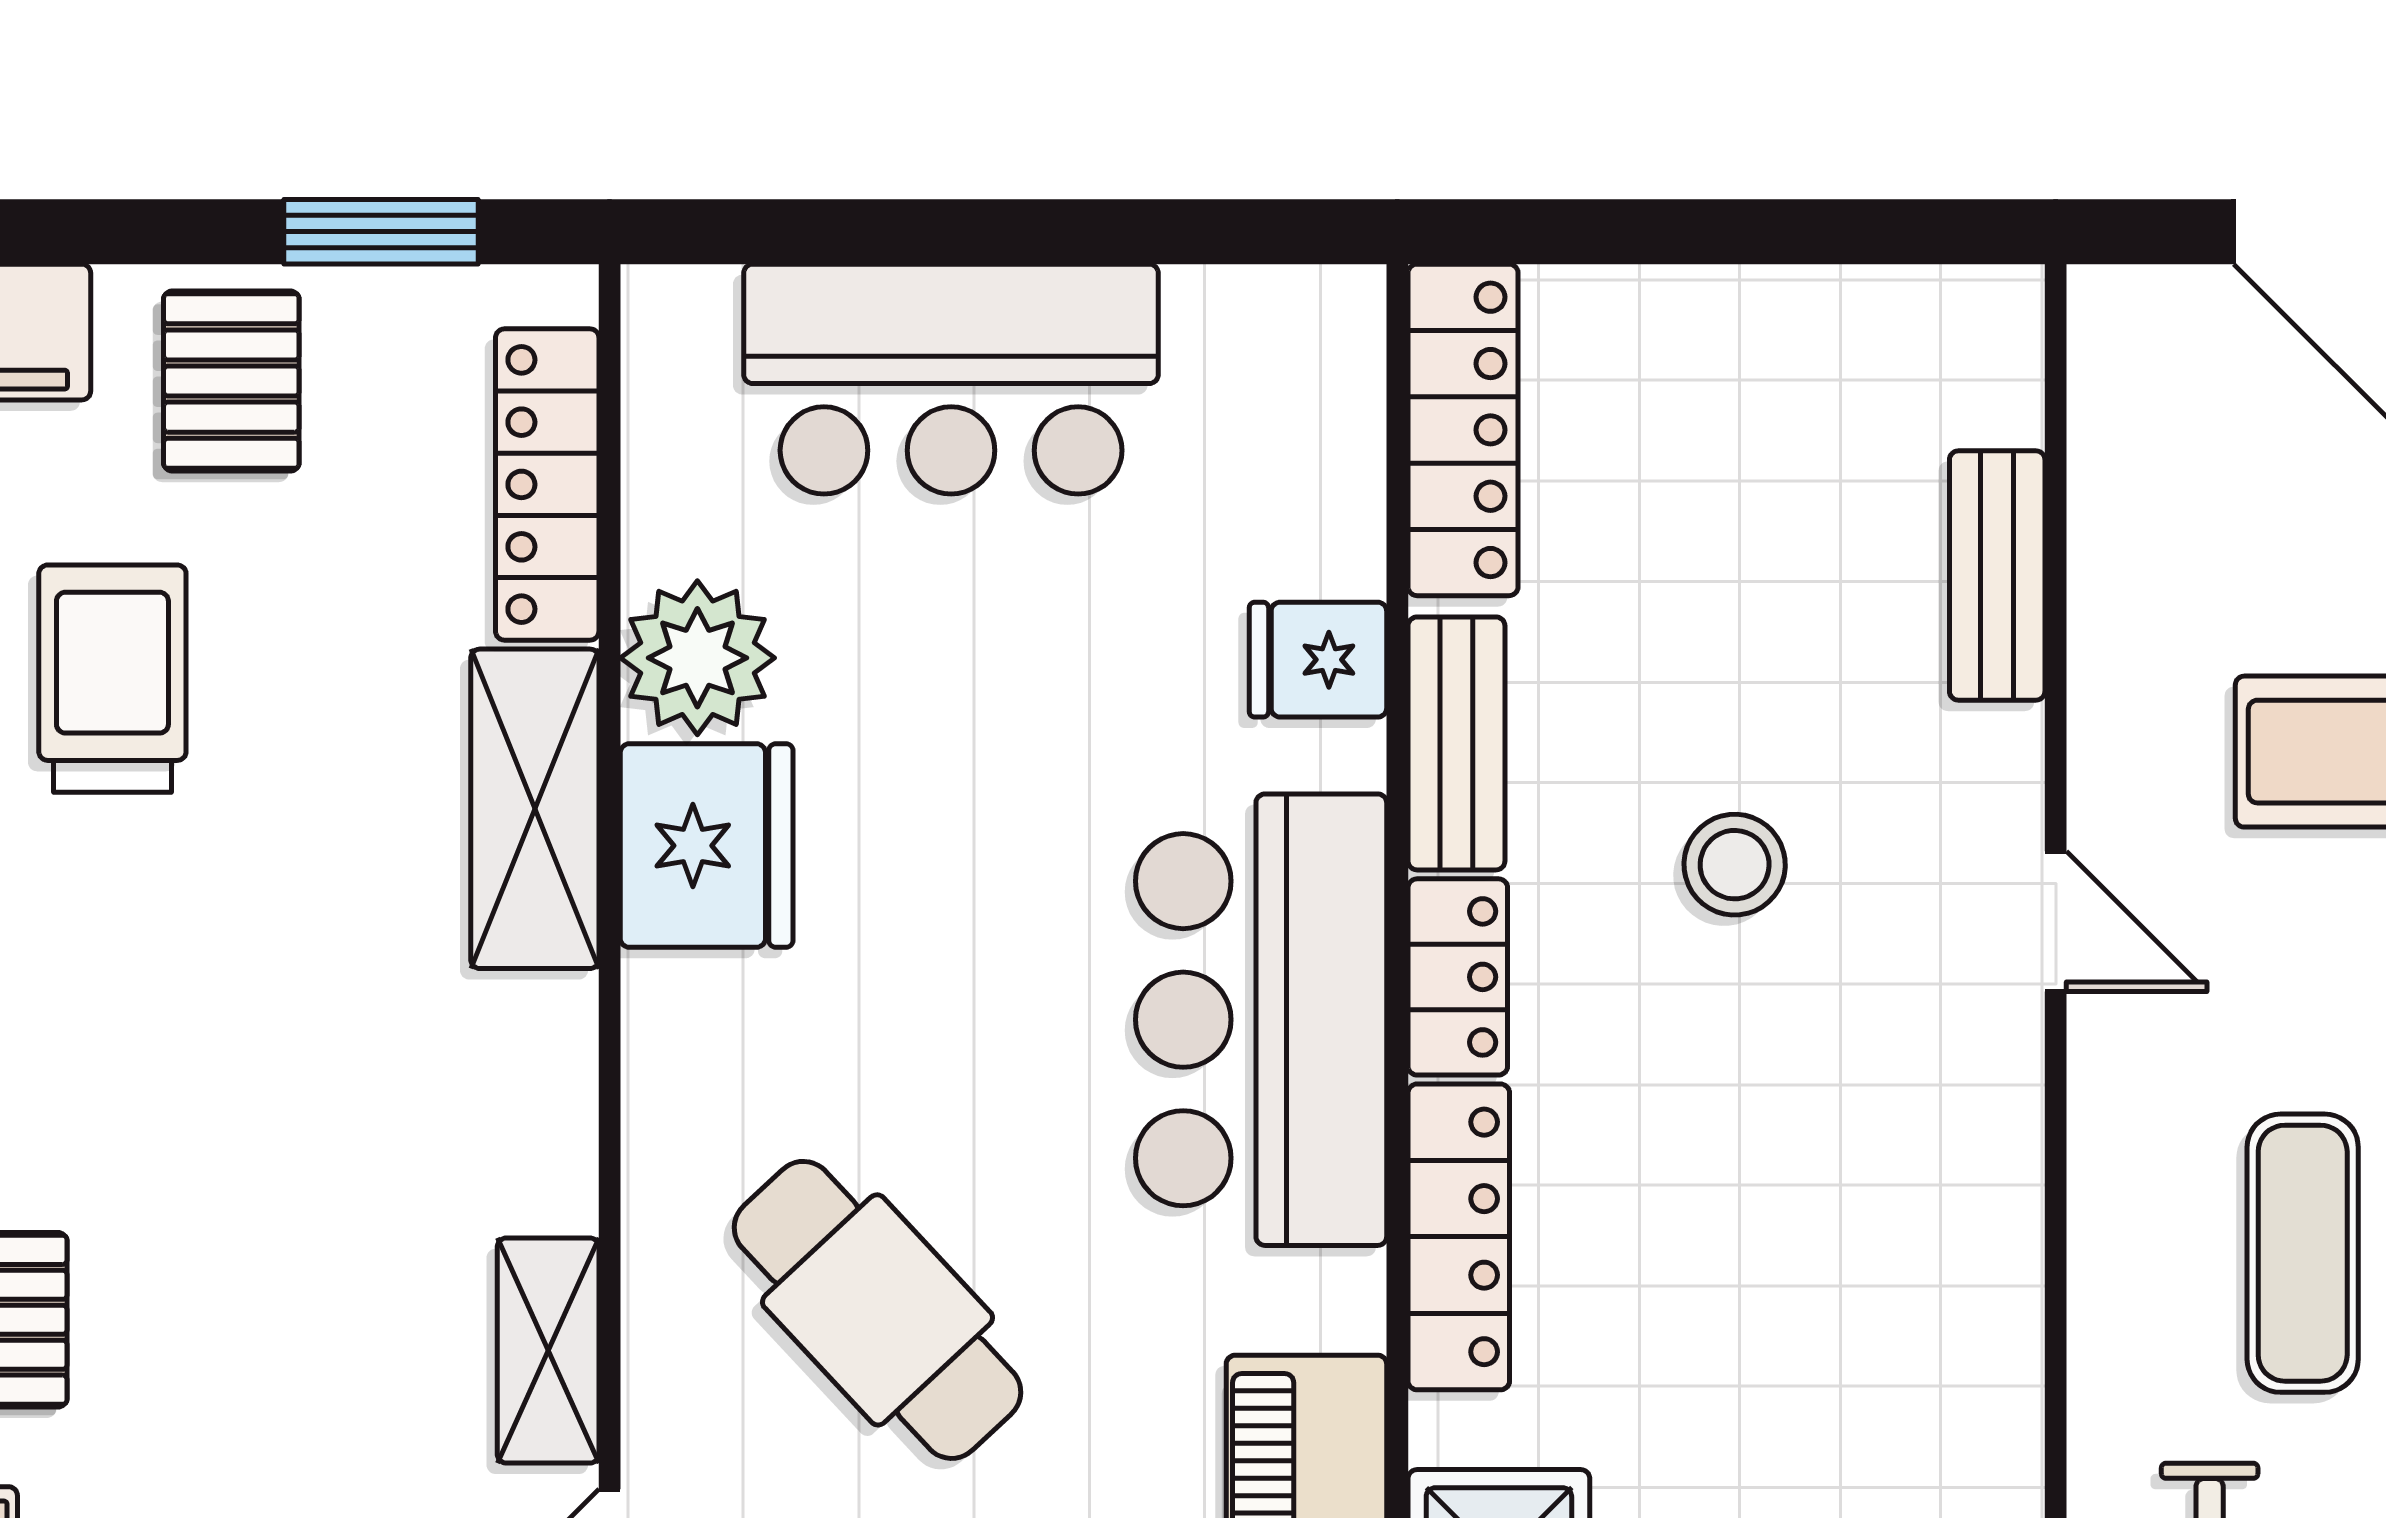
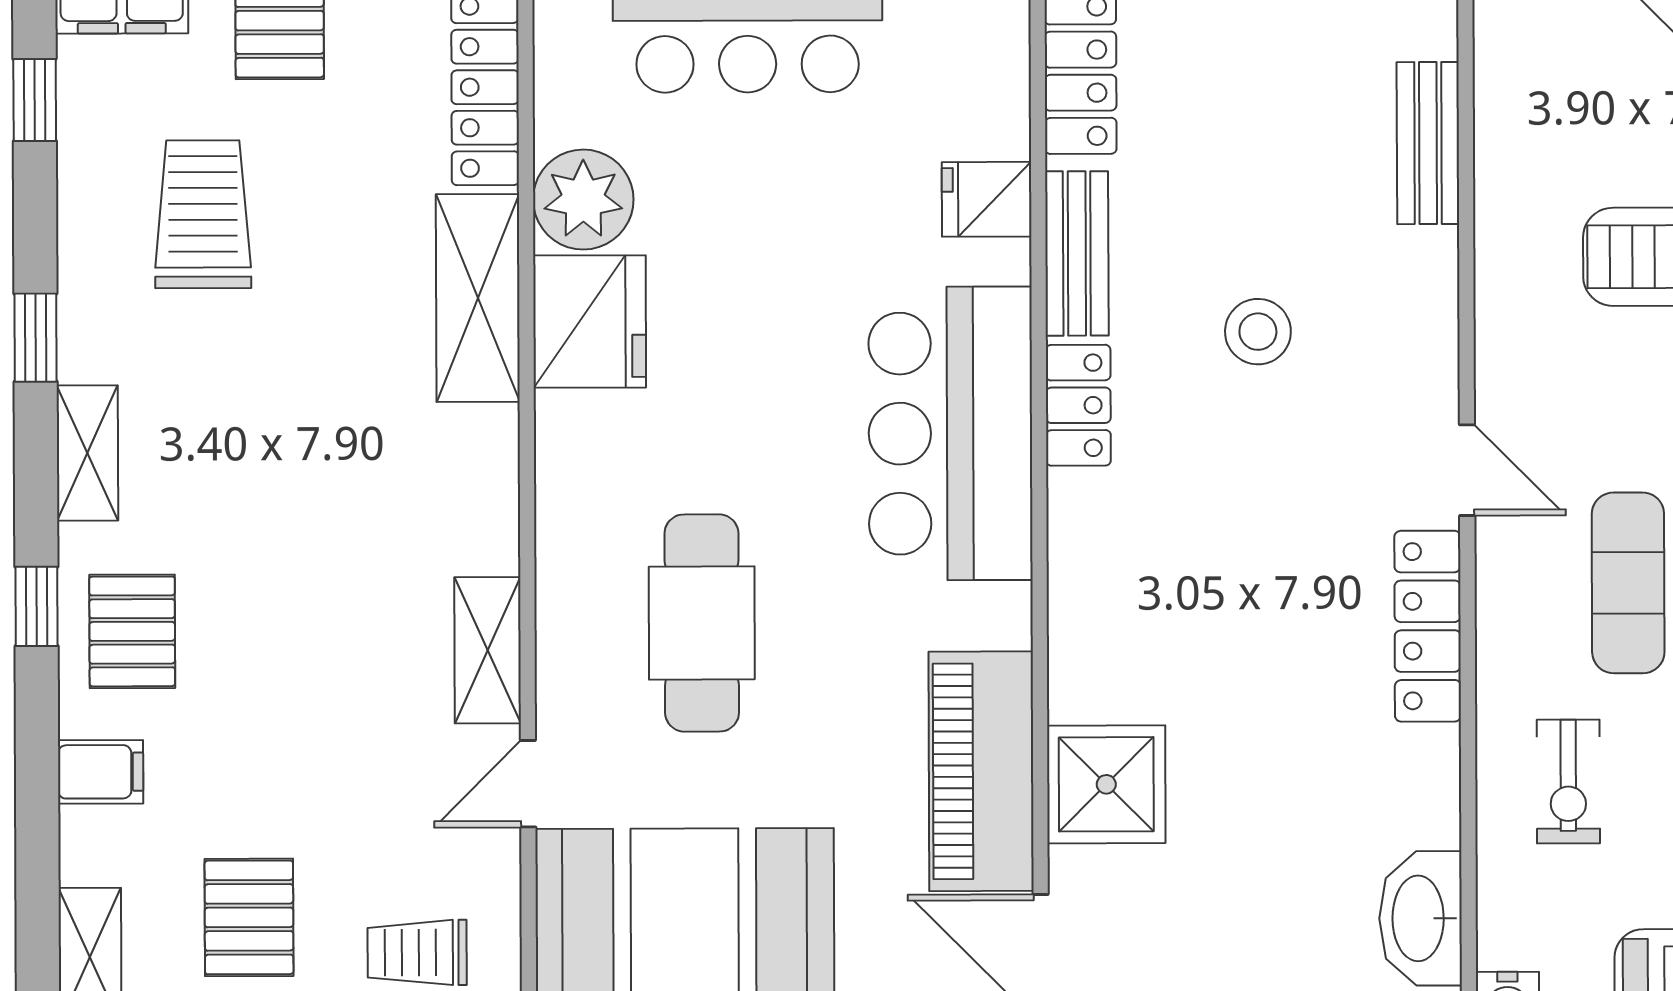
door: (2056, 921) -> (1467, 470), moved
locker: (1459, 1237) -> (1428, 626), moved, turned 180
cafe table: (877, 1310) -> (702, 623), turned 43

